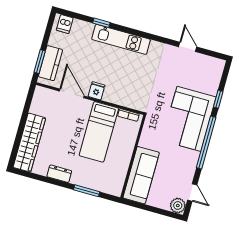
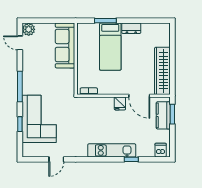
door: (188, 47) -> (56, 159), hinge flipped
corner sofa: (189, 119) -> (39, 119), moved
bed: (99, 132) -> (110, 47), moved, turned 180
wardrobe: (29, 143) -> (162, 71), moved
window: (206, 143) -> (20, 86), width x0.68

